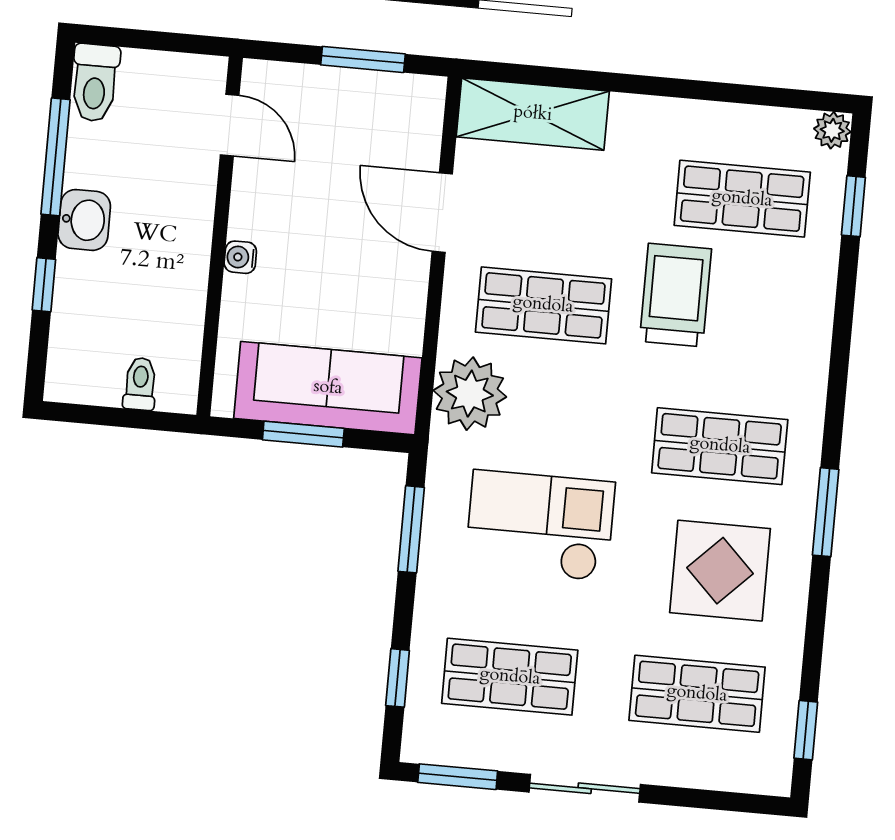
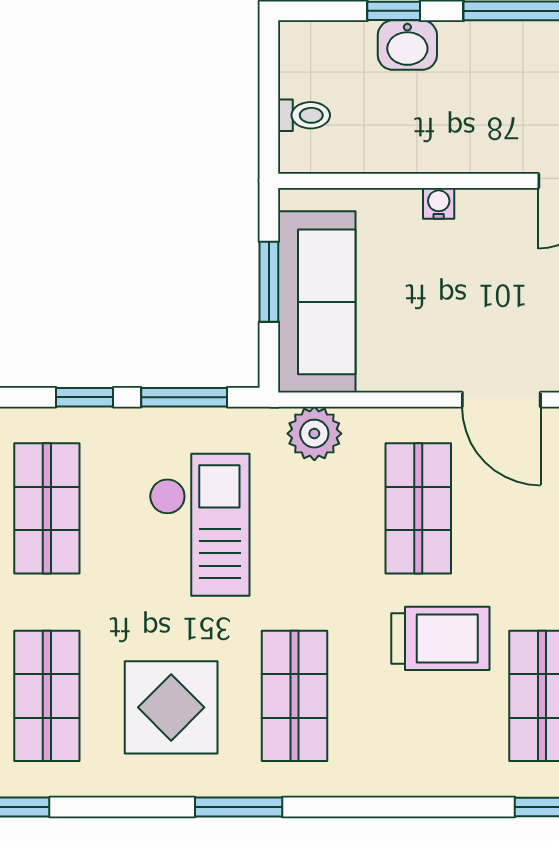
door: (442, 213) -> (501, 400), swing flipped
washbasin: (84, 220) -> (407, 45), moved
plant: (470, 394) -> (314, 434), width x0.73, depth x0.73
window: (398, 678) -> (85, 397), moved

